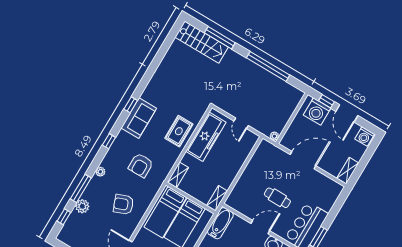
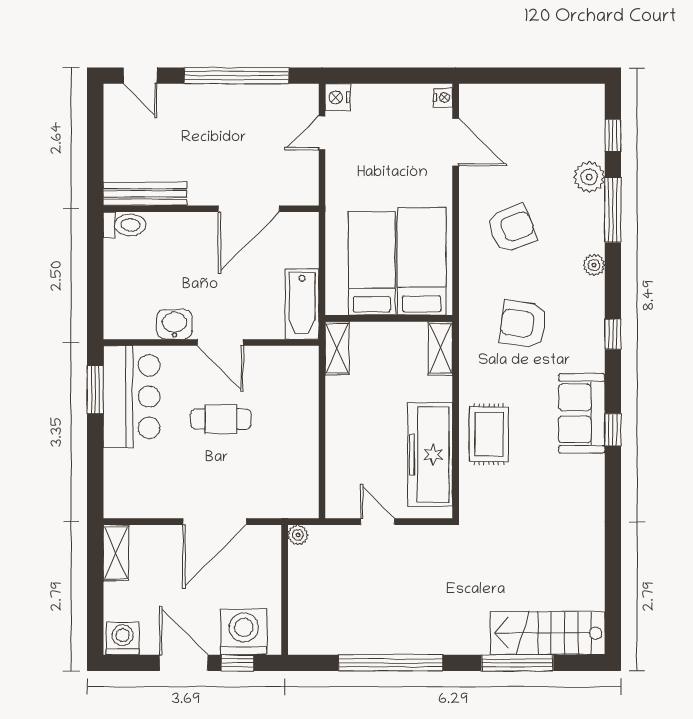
armchair: (141, 165) -> (523, 324), turned -82
door: (260, 227) -> (220, 342), hinge flipped

